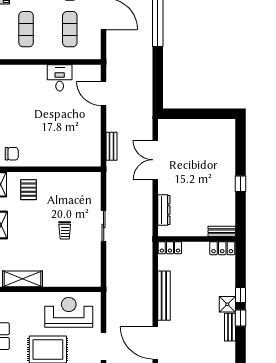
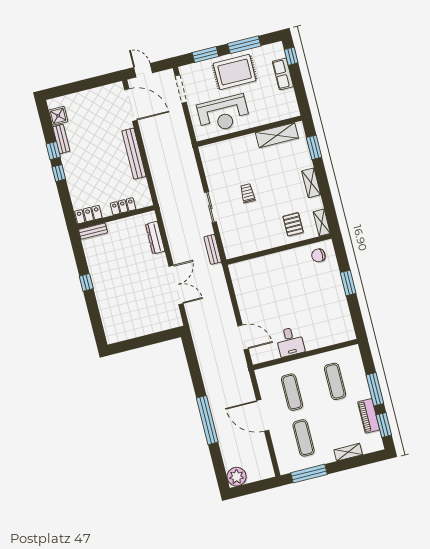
bench: (112, 146) -> (213, 249), moved
locker: (170, 248) -> (123, 206), moved
shower: (227, 304) -> (58, 116), moved

